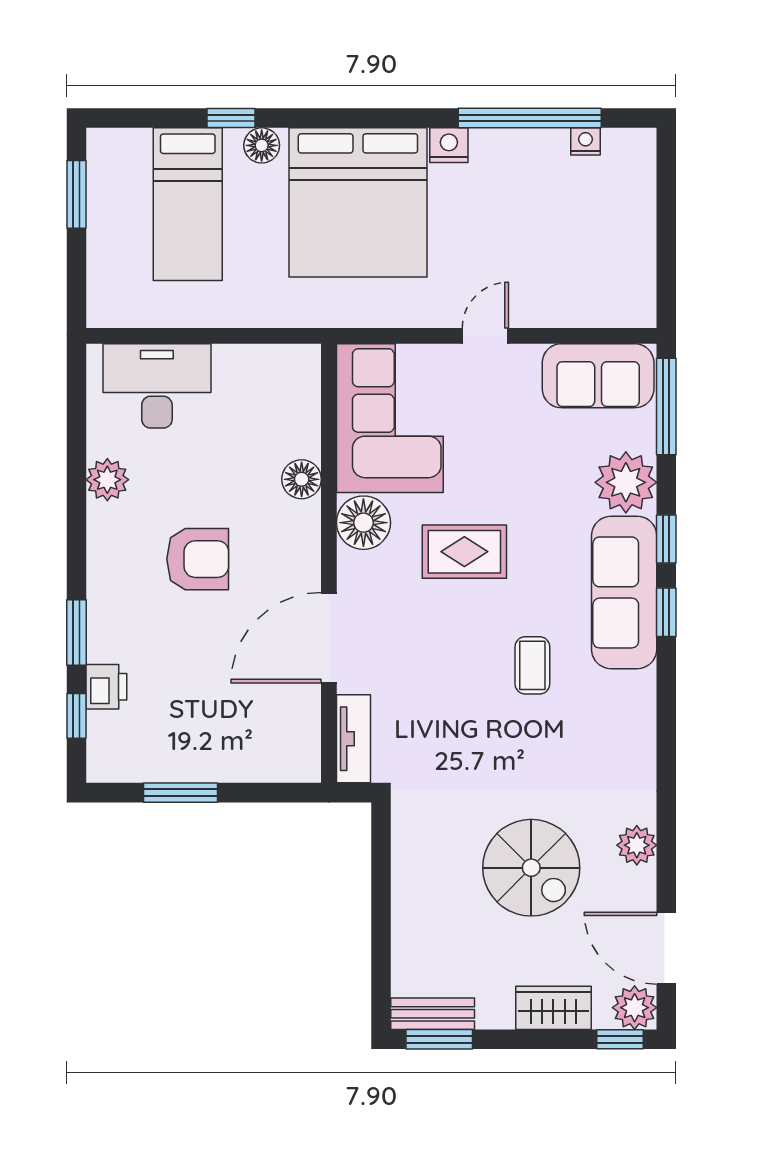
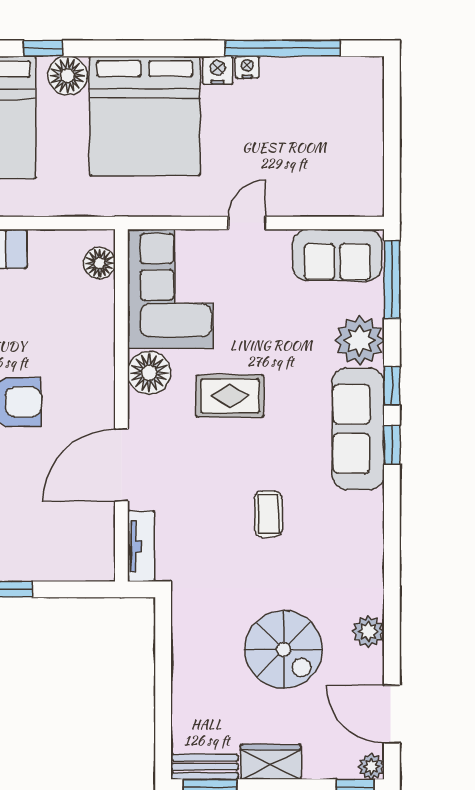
nightstand: (585, 141) -> (247, 67), moved
floor lamp: (262, 145) -> (67, 76), width x1.38, depth x1.38
floor lamp: (302, 479) -> (100, 263), moved
coffee table: (532, 665) -> (268, 514), moved
wardrobe: (553, 1008) -> (271, 762), moved
plant: (635, 1008) -> (371, 767), width x0.73, depth x0.73

